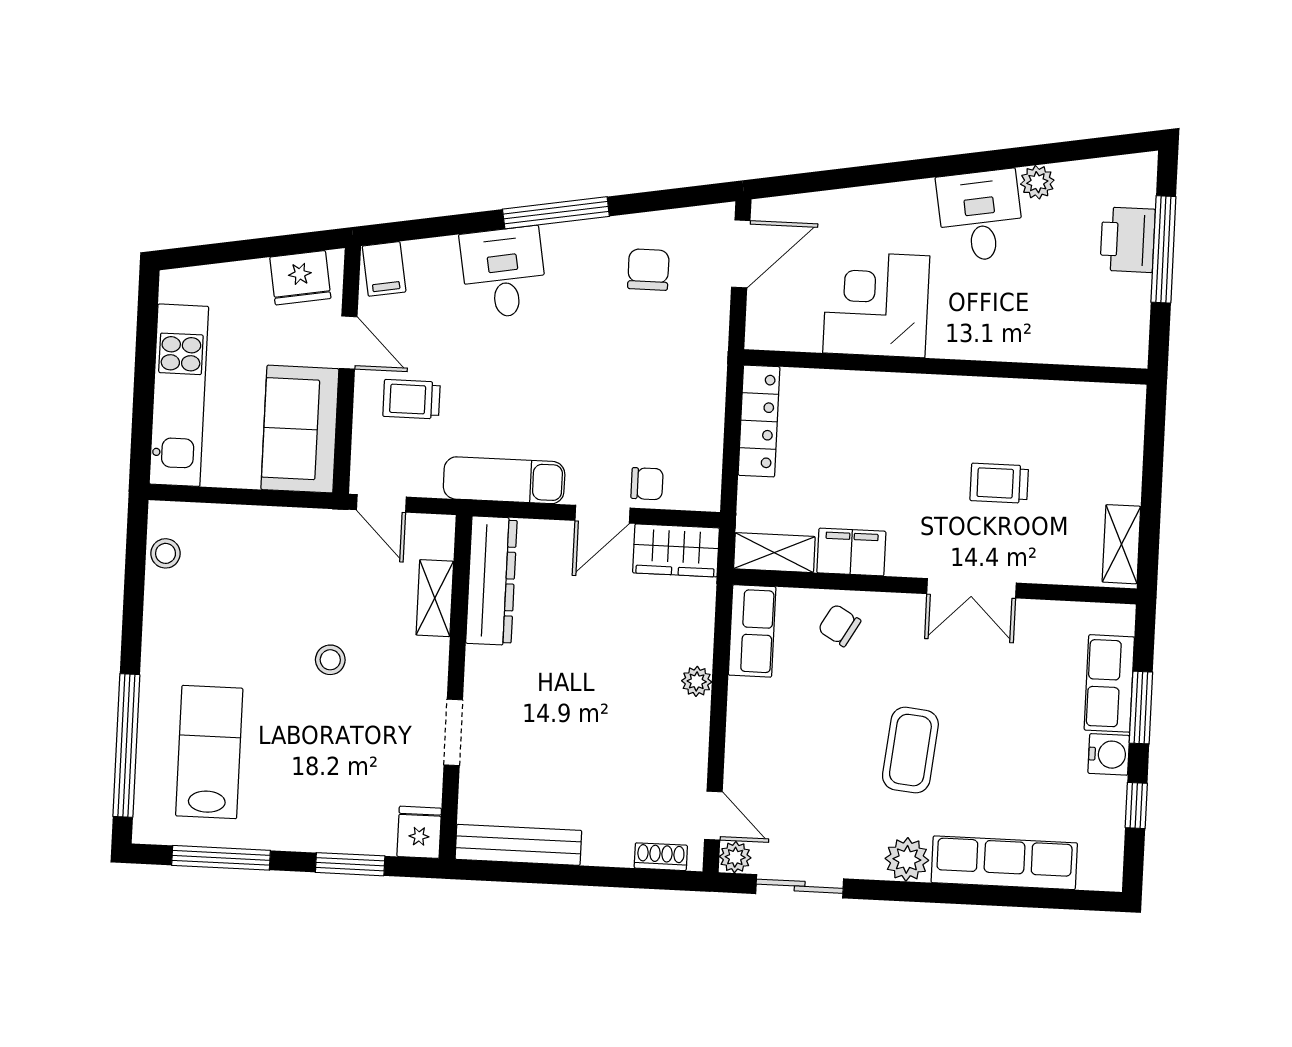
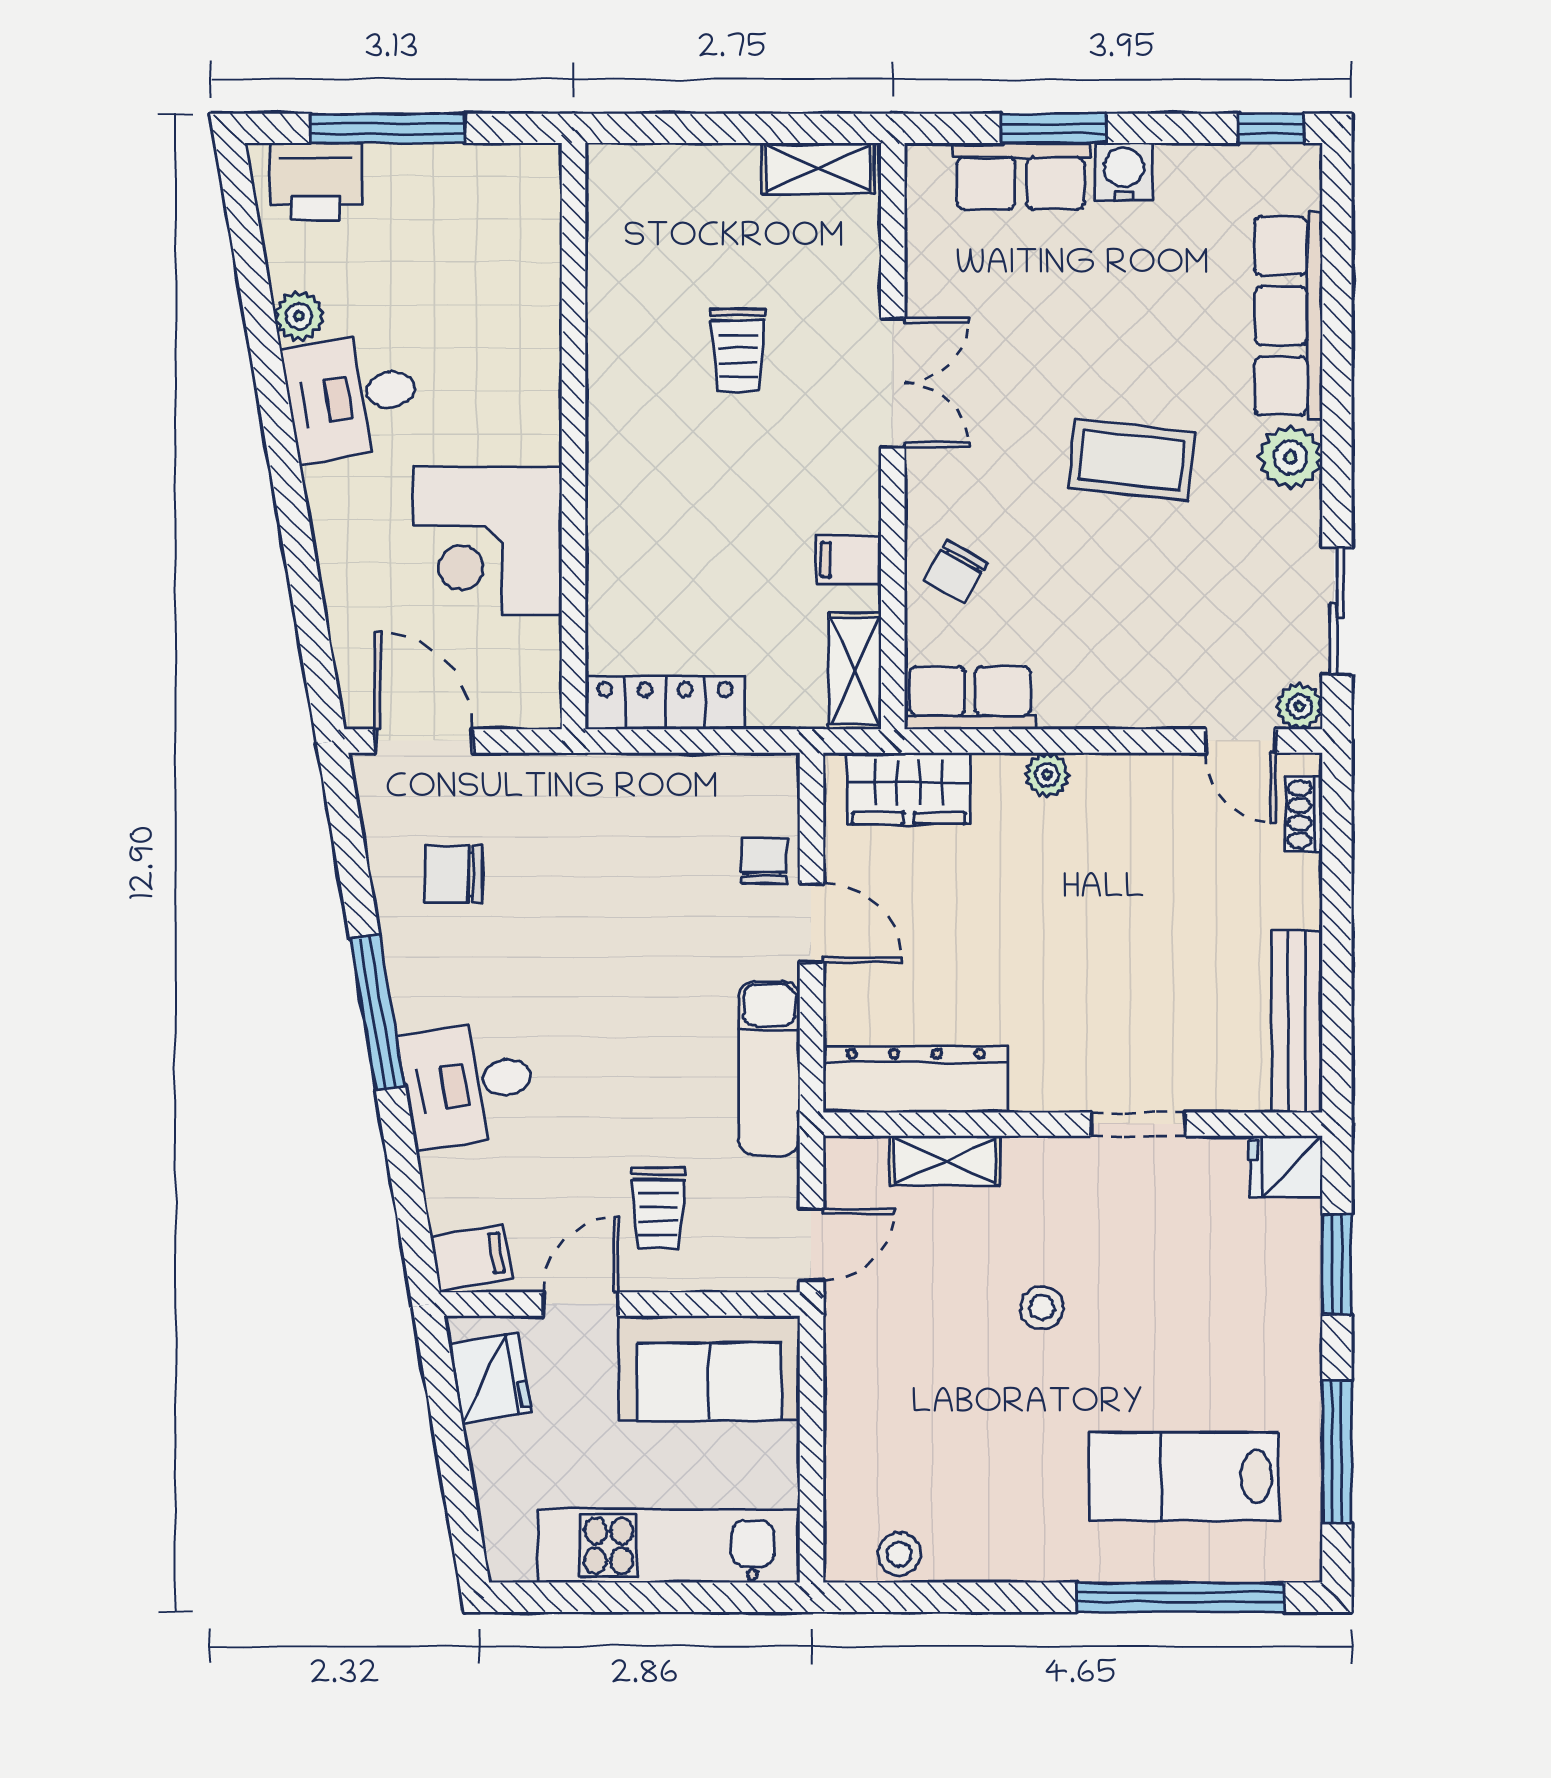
printer: (1128, 240) -> (316, 181), moved
wardrobe: (676, 550) -> (909, 788), moved, turned 90
filing cabinet: (851, 552) -> (849, 560), width x0.50
window: (1136, 805) -> (1271, 128), moved
door: (713, 816) -> (1241, 741), swing flipped

